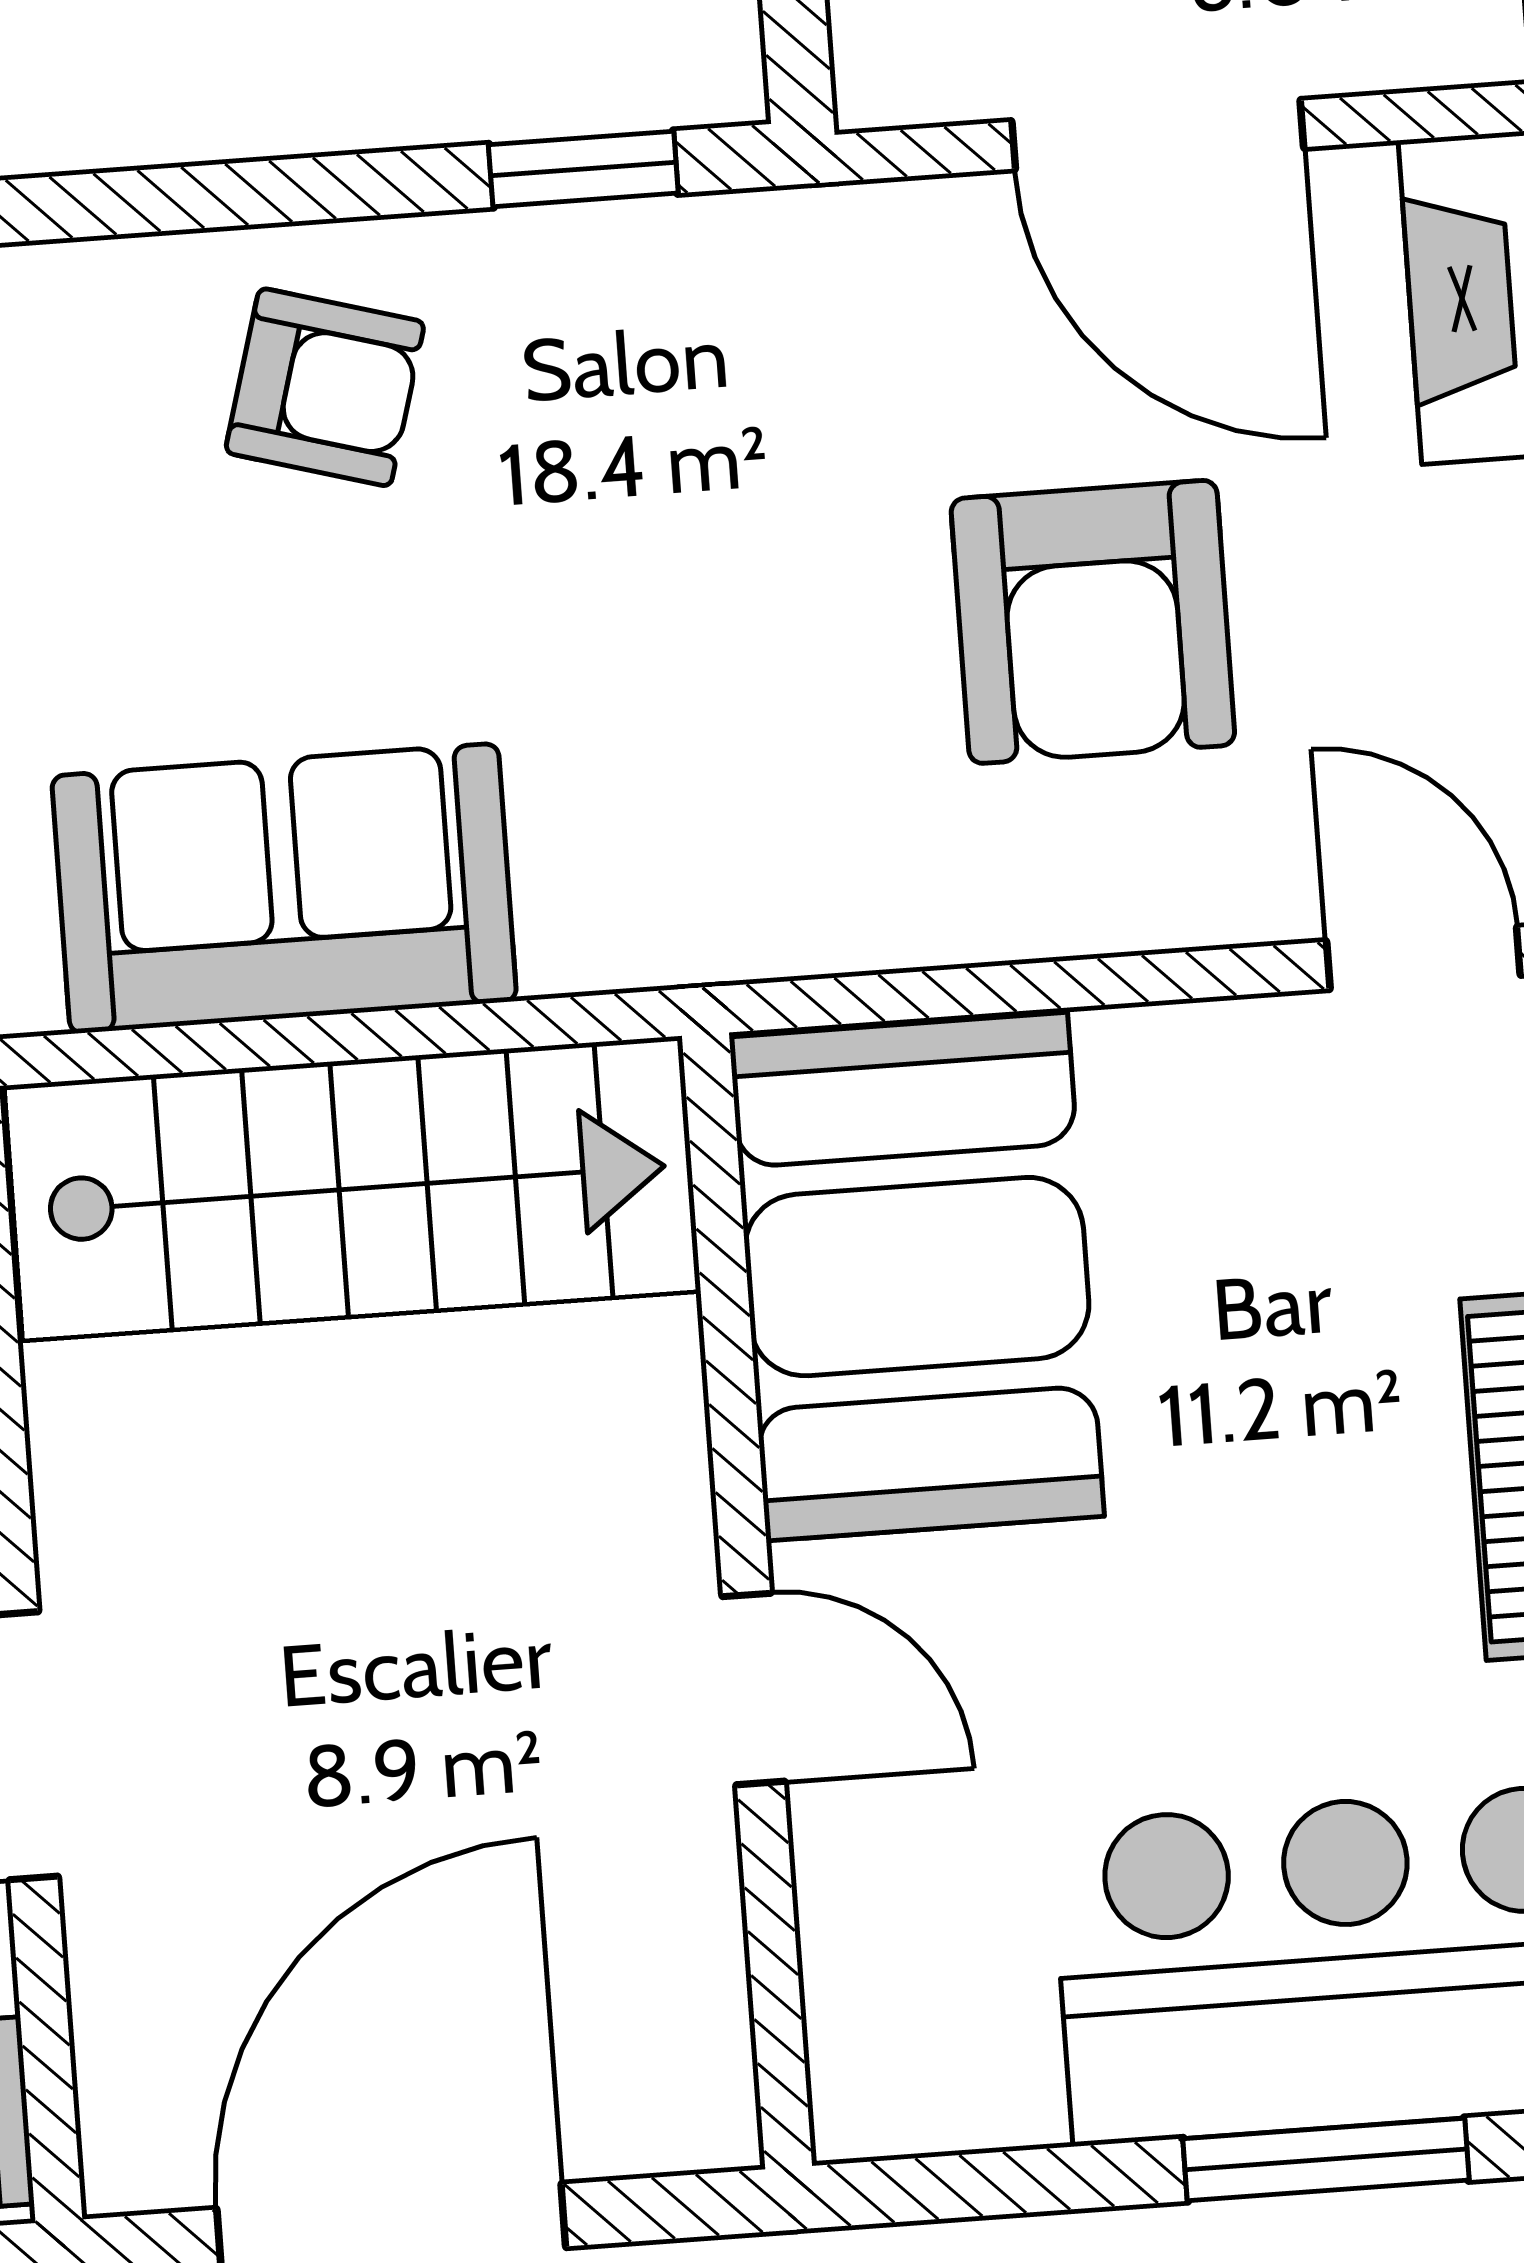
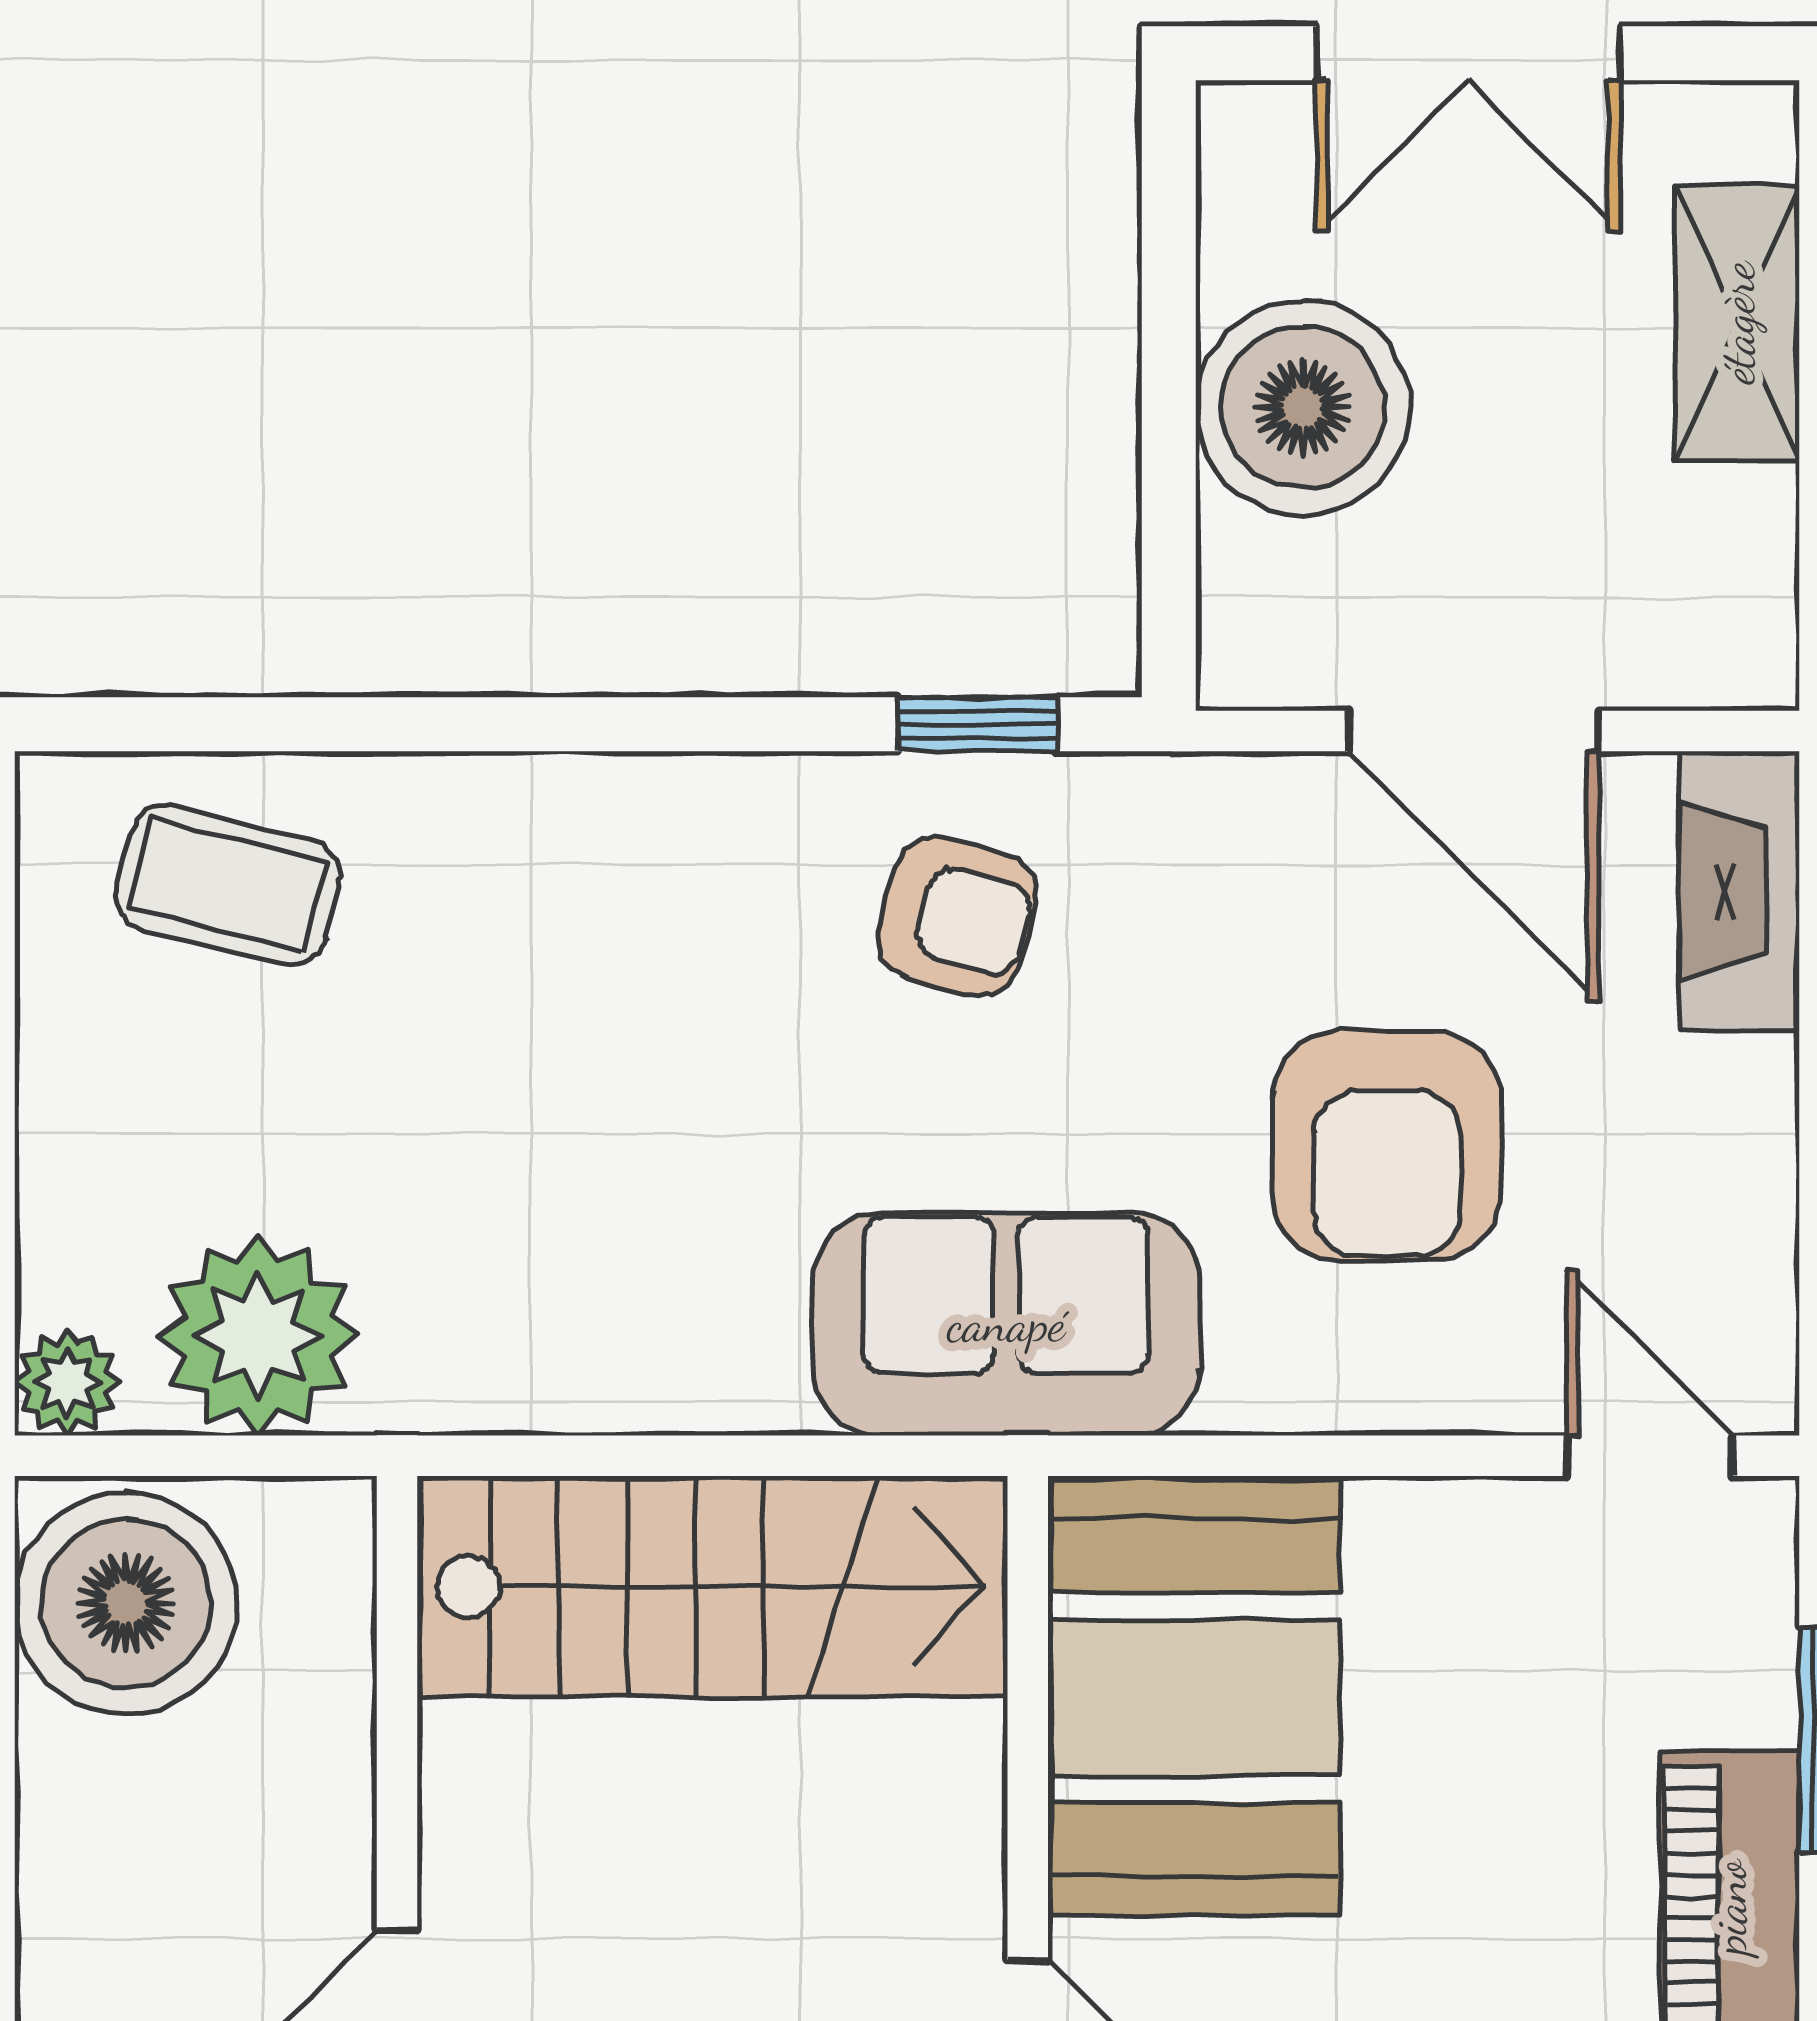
armchair: (325, 387) -> (957, 916), moved
sofa: (284, 888) -> (1006, 1324), moved

